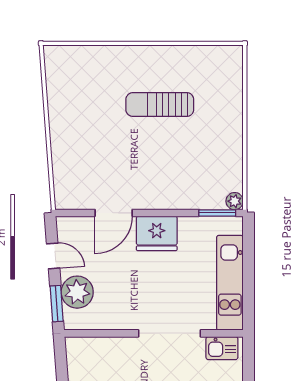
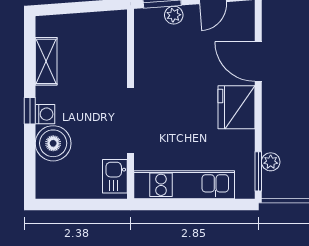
plant: (235, 201) -> (271, 162), moved
plant: (77, 292) -> (174, 15), width x0.53, depth x0.53

